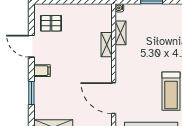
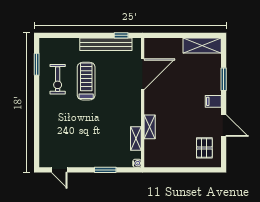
pallet: (51, 23) -> (204, 148), turned 90
door: (114, 98) -> (143, 74), hinge flipped

